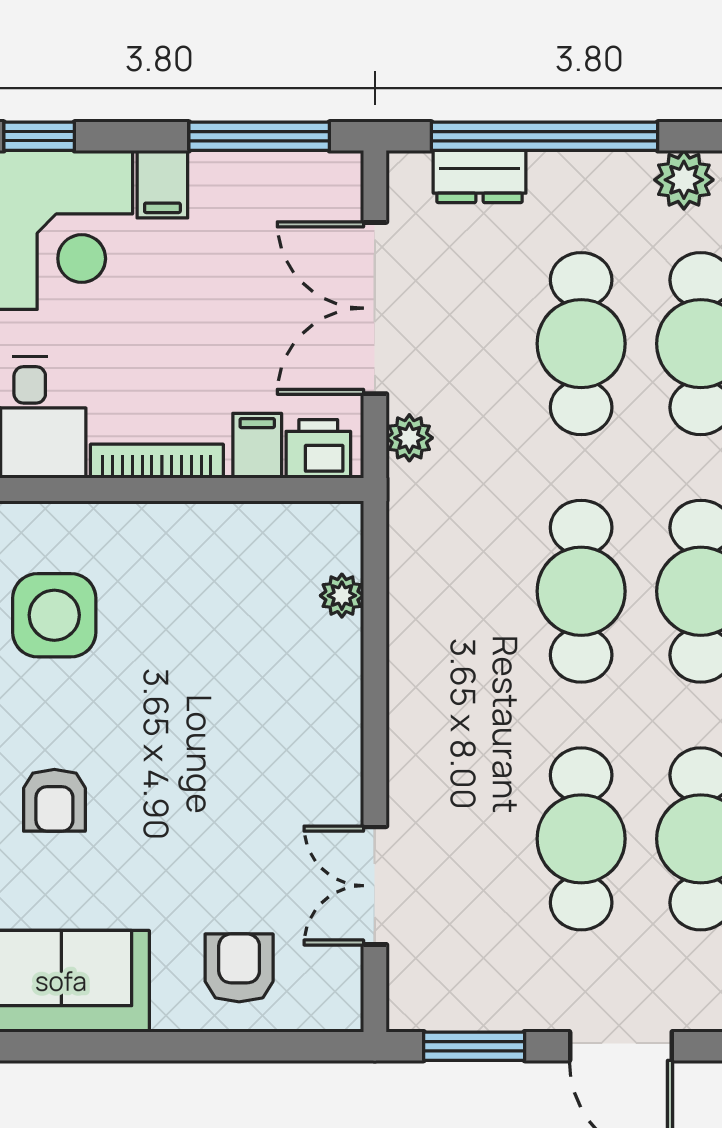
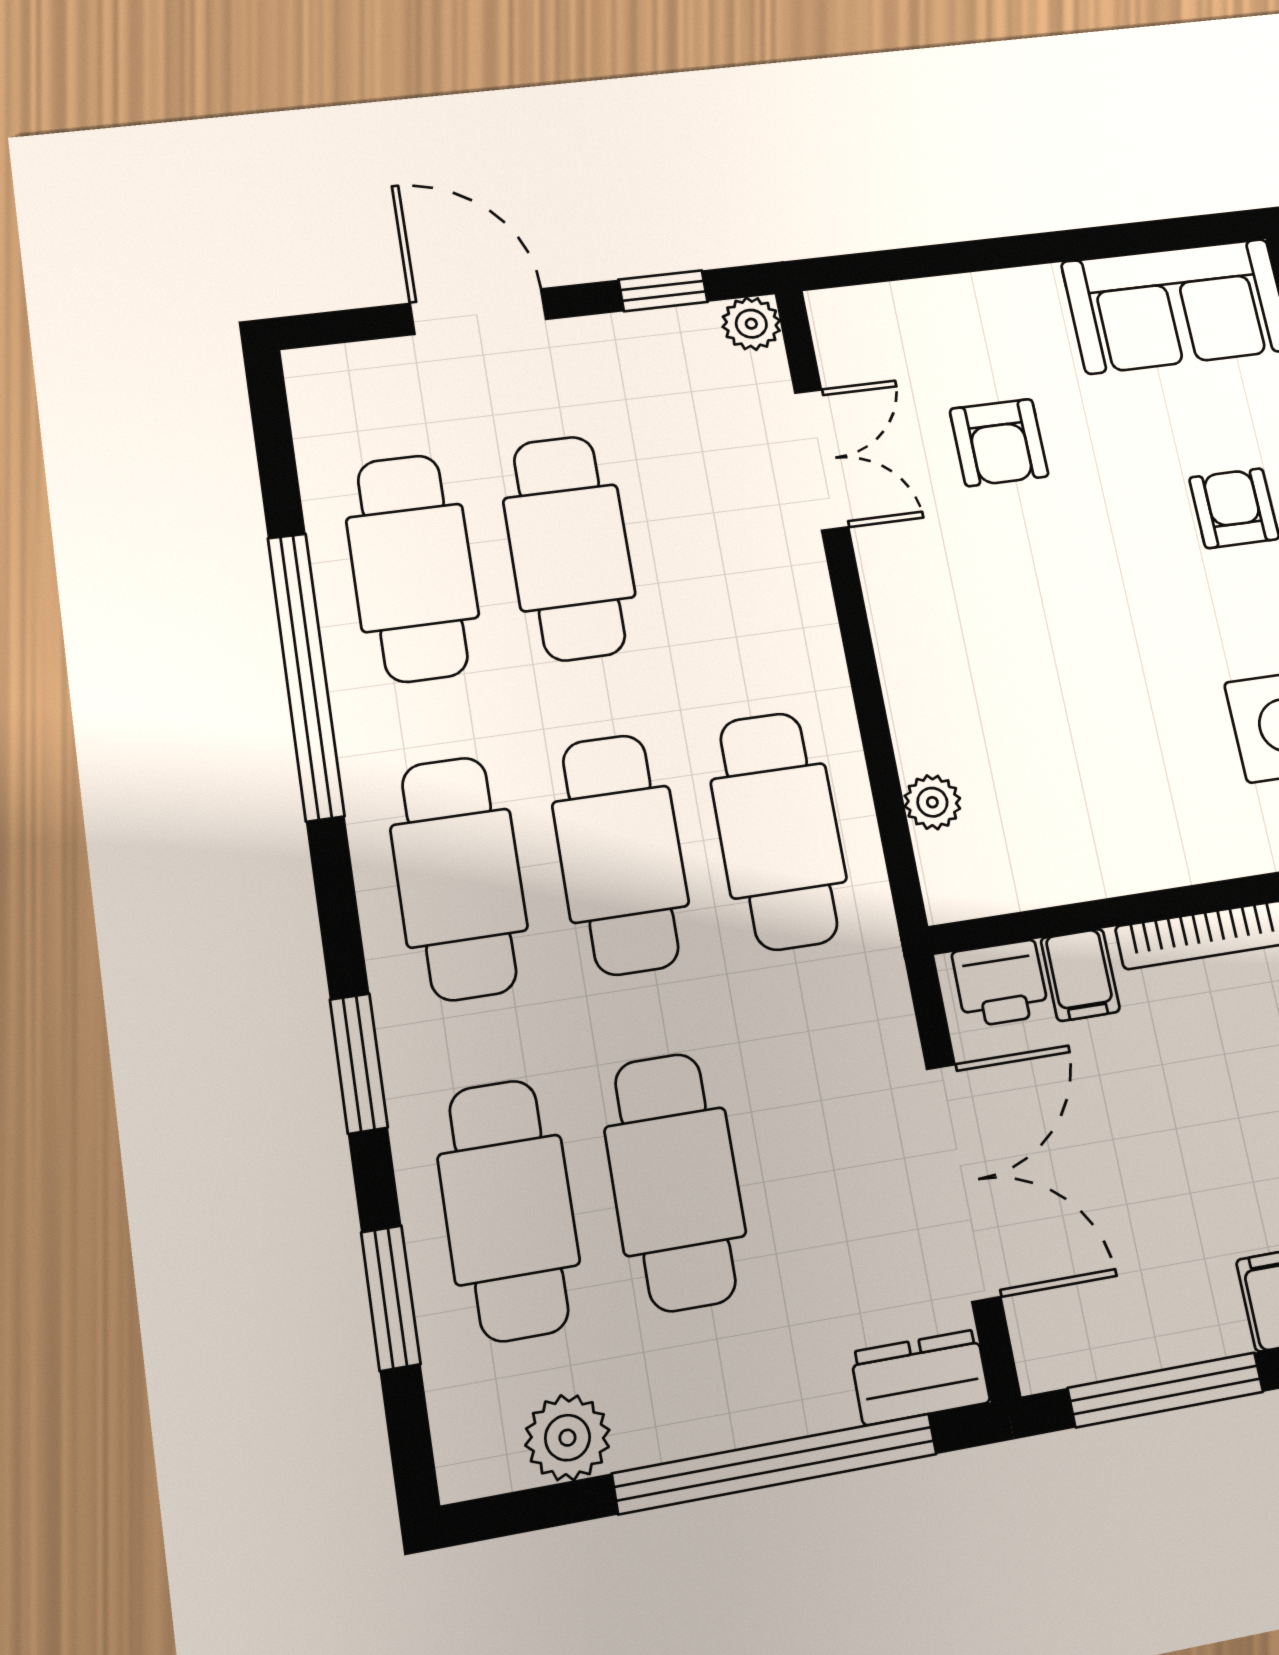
dresser: (480, 176) -> (920, 1377), moved
plant: (409, 438) -> (751, 324), moved
cafe table: (462, 591) -> (778, 830), added
armchair: (239, 968) -> (999, 443), moved
window: (474, 1046) -> (663, 291), width x0.67

